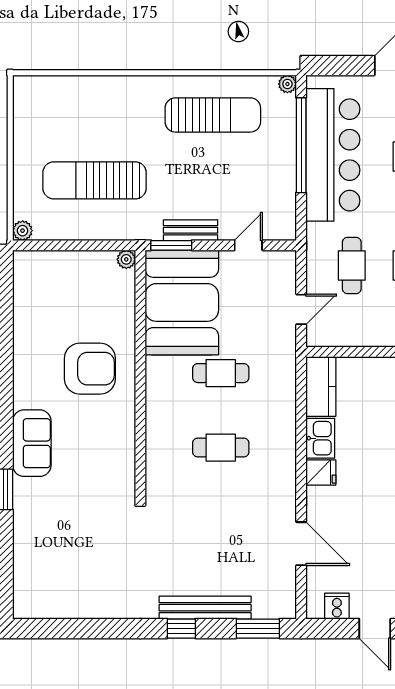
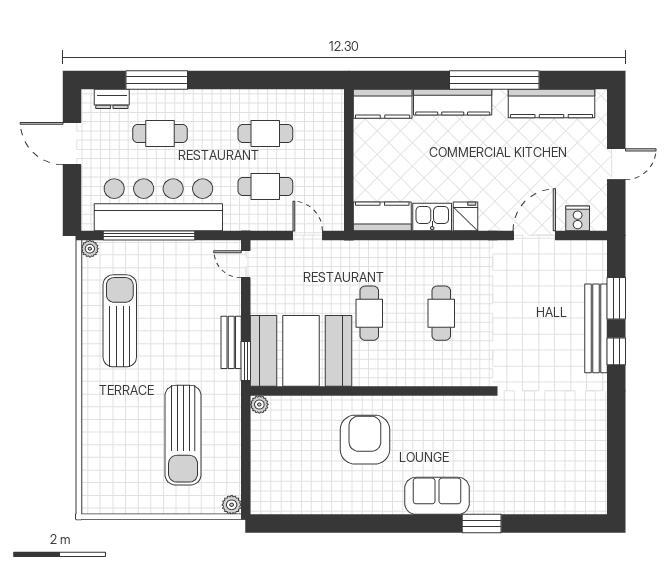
door: (248, 245) -> (246, 264), moved
cooker: (337, 606) -> (578, 218), moved, turned 90
window: (258, 629) -> (616, 298), moved

